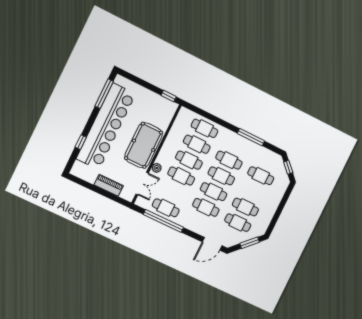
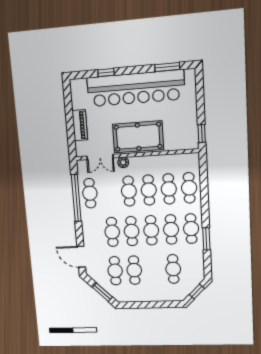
window: (104, 94) -> (167, 67), width x0.69
window: (251, 137) -> (206, 239), width x0.69
cafe table: (237, 144) -> (191, 229), added

